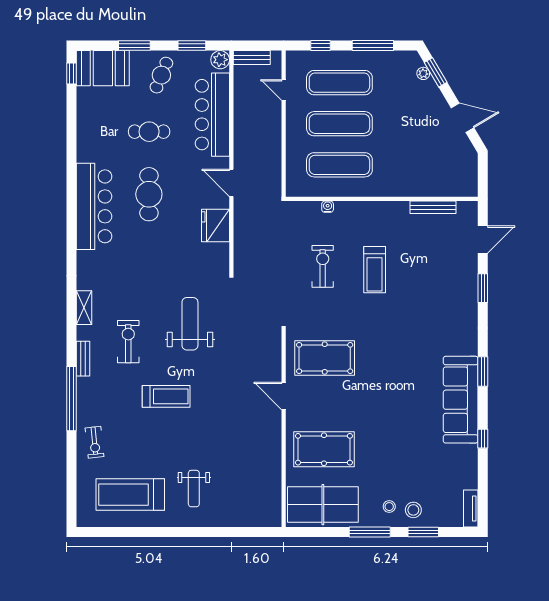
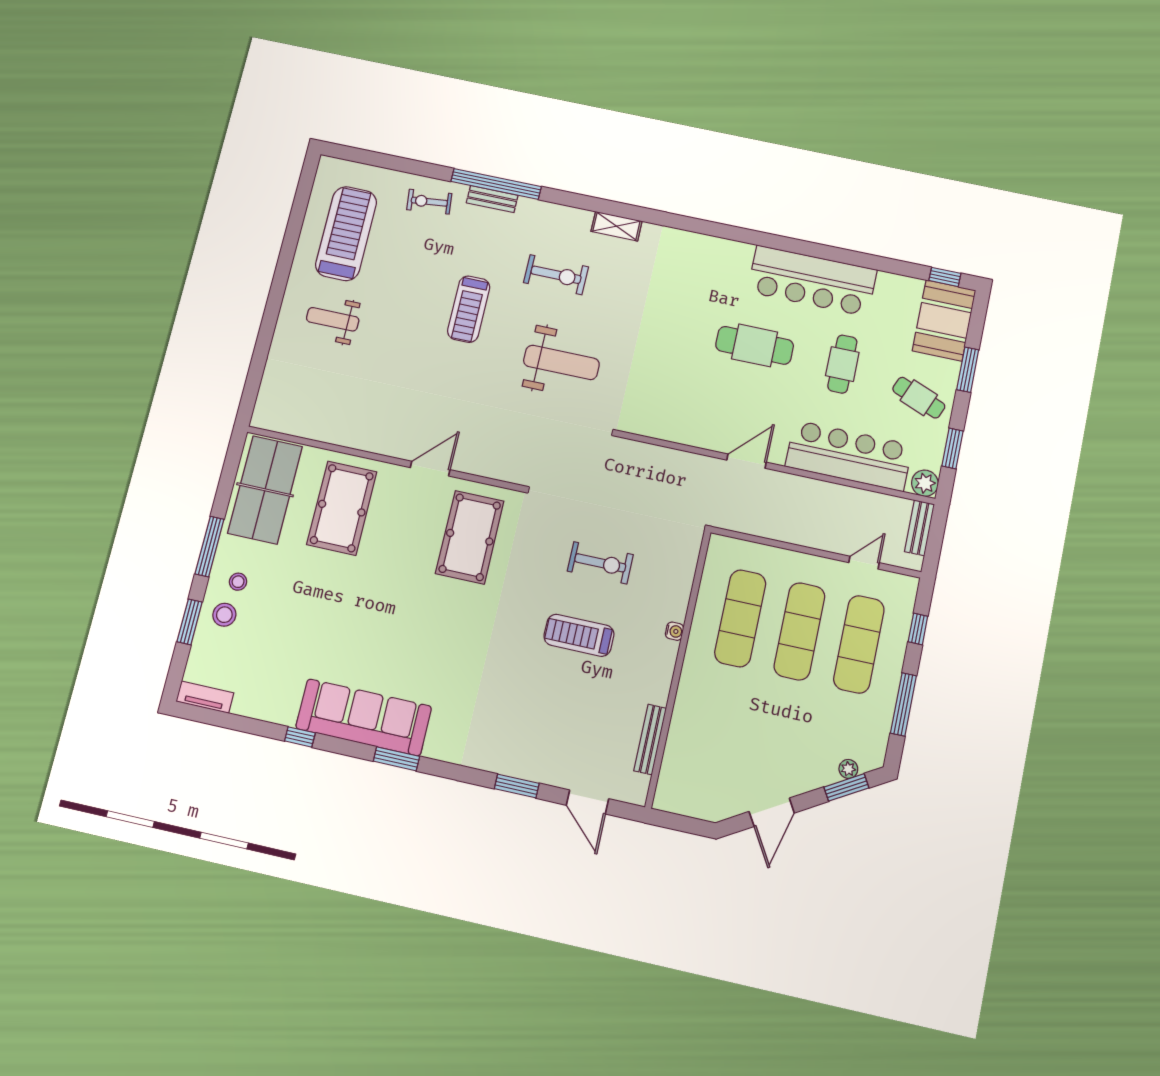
bar counter: (94, 206) -> (812, 281), moved
water cooler: (328, 207) -> (675, 631), moved
fridge: (216, 225) -> (691, 427), removed
bench: (83, 359) -> (492, 199), moved

